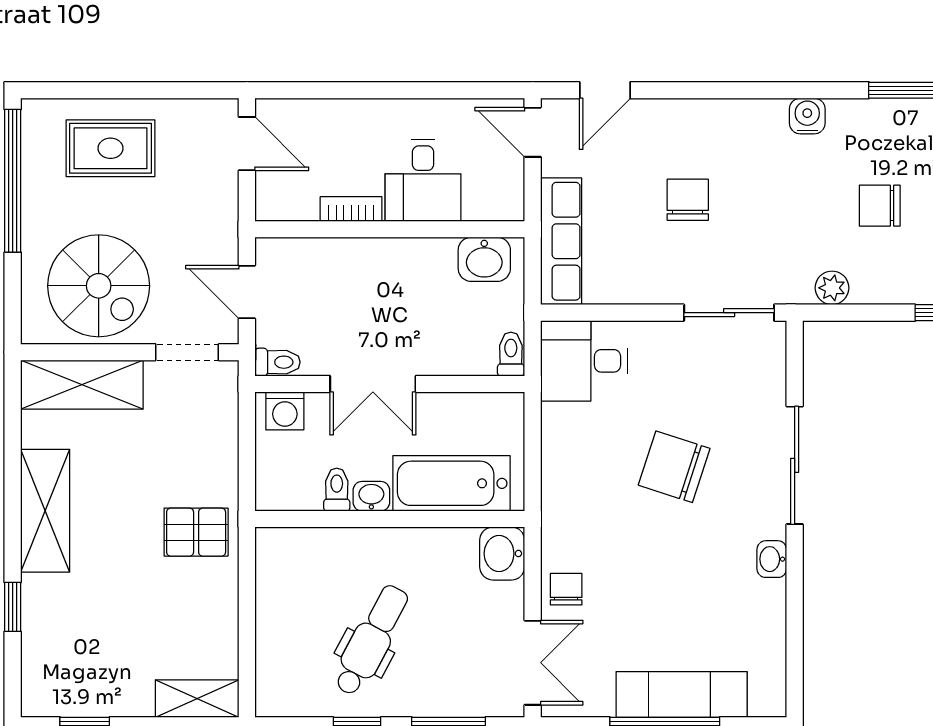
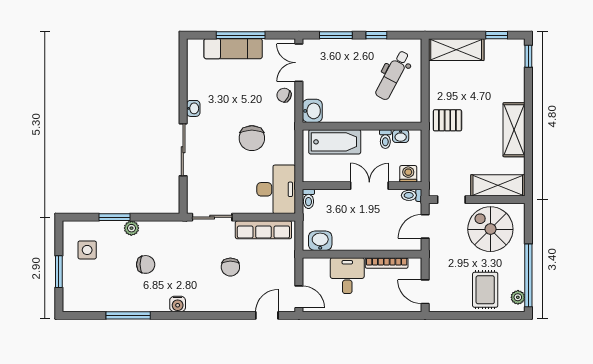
plant: (37, 131) -> (518, 297), added
rug: (110, 148) -> (485, 290), turned 90
bookcase: (351, 209) -> (387, 263), width x1.56
row of seats: (561, 241) -> (263, 230), moved, turned -90
plant: (832, 288) -> (131, 228), moved
door: (247, 292) -> (425, 226), swing flipped
desk: (584, 361) -> (276, 189), width x1.37
chair: (674, 467) -> (252, 138), moved, turned 72
washbasin: (371, 496) -> (401, 136), moved
chair: (566, 589) -> (284, 95), turned 116
window: (13, 607) -> (528, 56), moved
dental chair: (371, 640) -> (393, 75), moved
shelving: (197, 699) -> (456, 50), width x1.50, depth x1.33

